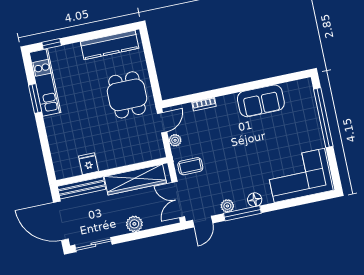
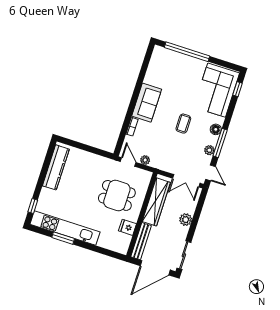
kitchen unit: (45, 83) -> (65, 228), width x1.36
dining table: (127, 95) -> (117, 195), moved
sofa: (261, 101) -> (147, 103), moved
coffee table: (190, 166) -> (183, 124), moved
window: (314, 198) -> (237, 89), added

